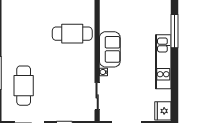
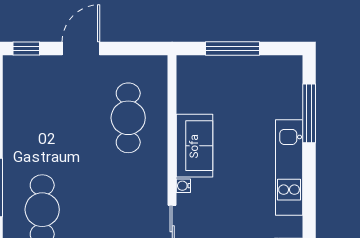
cafe table: (72, 34) -> (128, 118), turned 90

